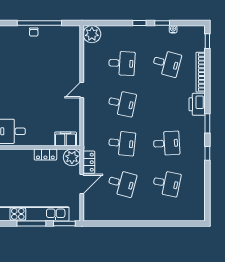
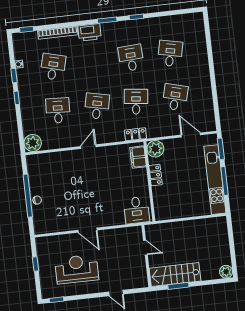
door: (82, 90) -> (88, 147), swing flipped
locker: (89, 162) -> (135, 134), moved
door: (82, 184) -> (191, 135), moved

